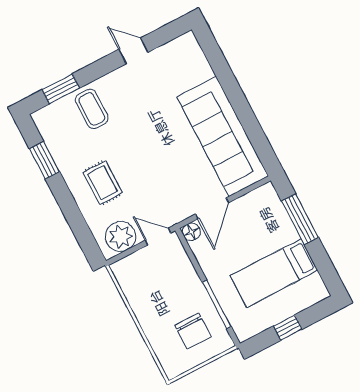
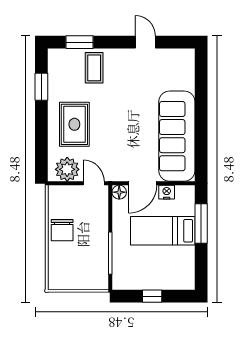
rug: (103, 183) -> (74, 124), width x1.36, depth x1.43
nightstand: (244, 204) -> (167, 192), added
bed: (274, 273) -> (163, 231), moved
chair: (193, 331) -> (62, 230), moved

